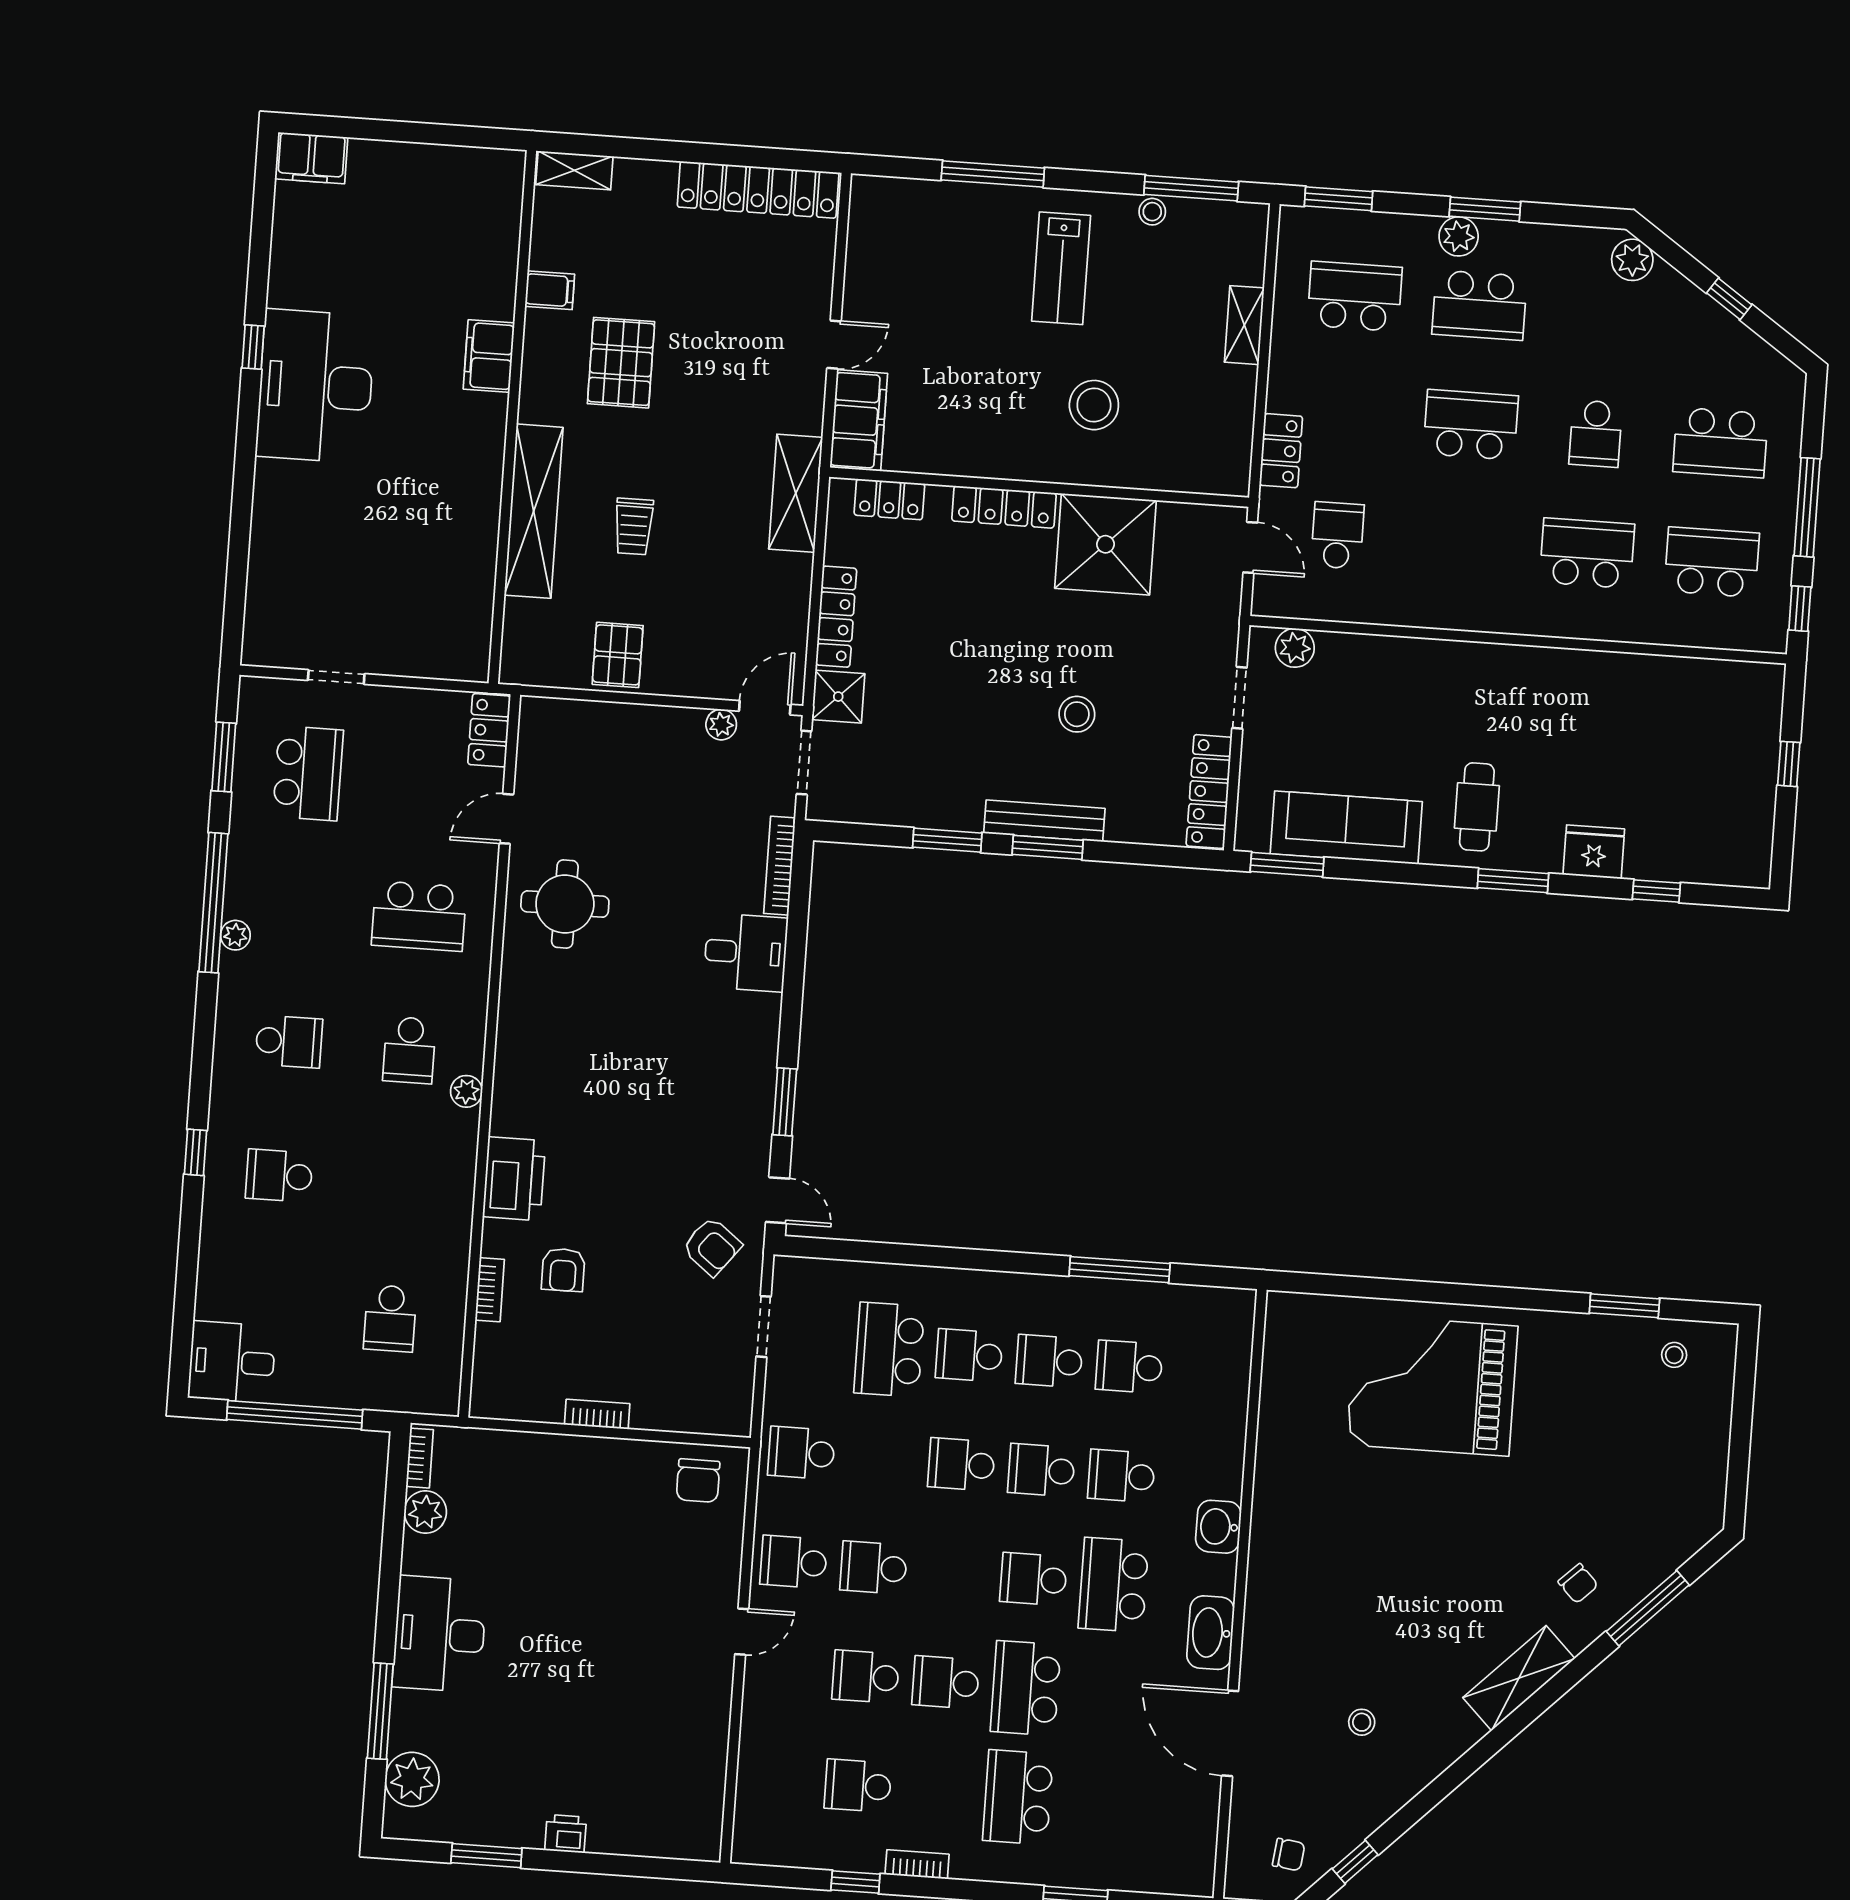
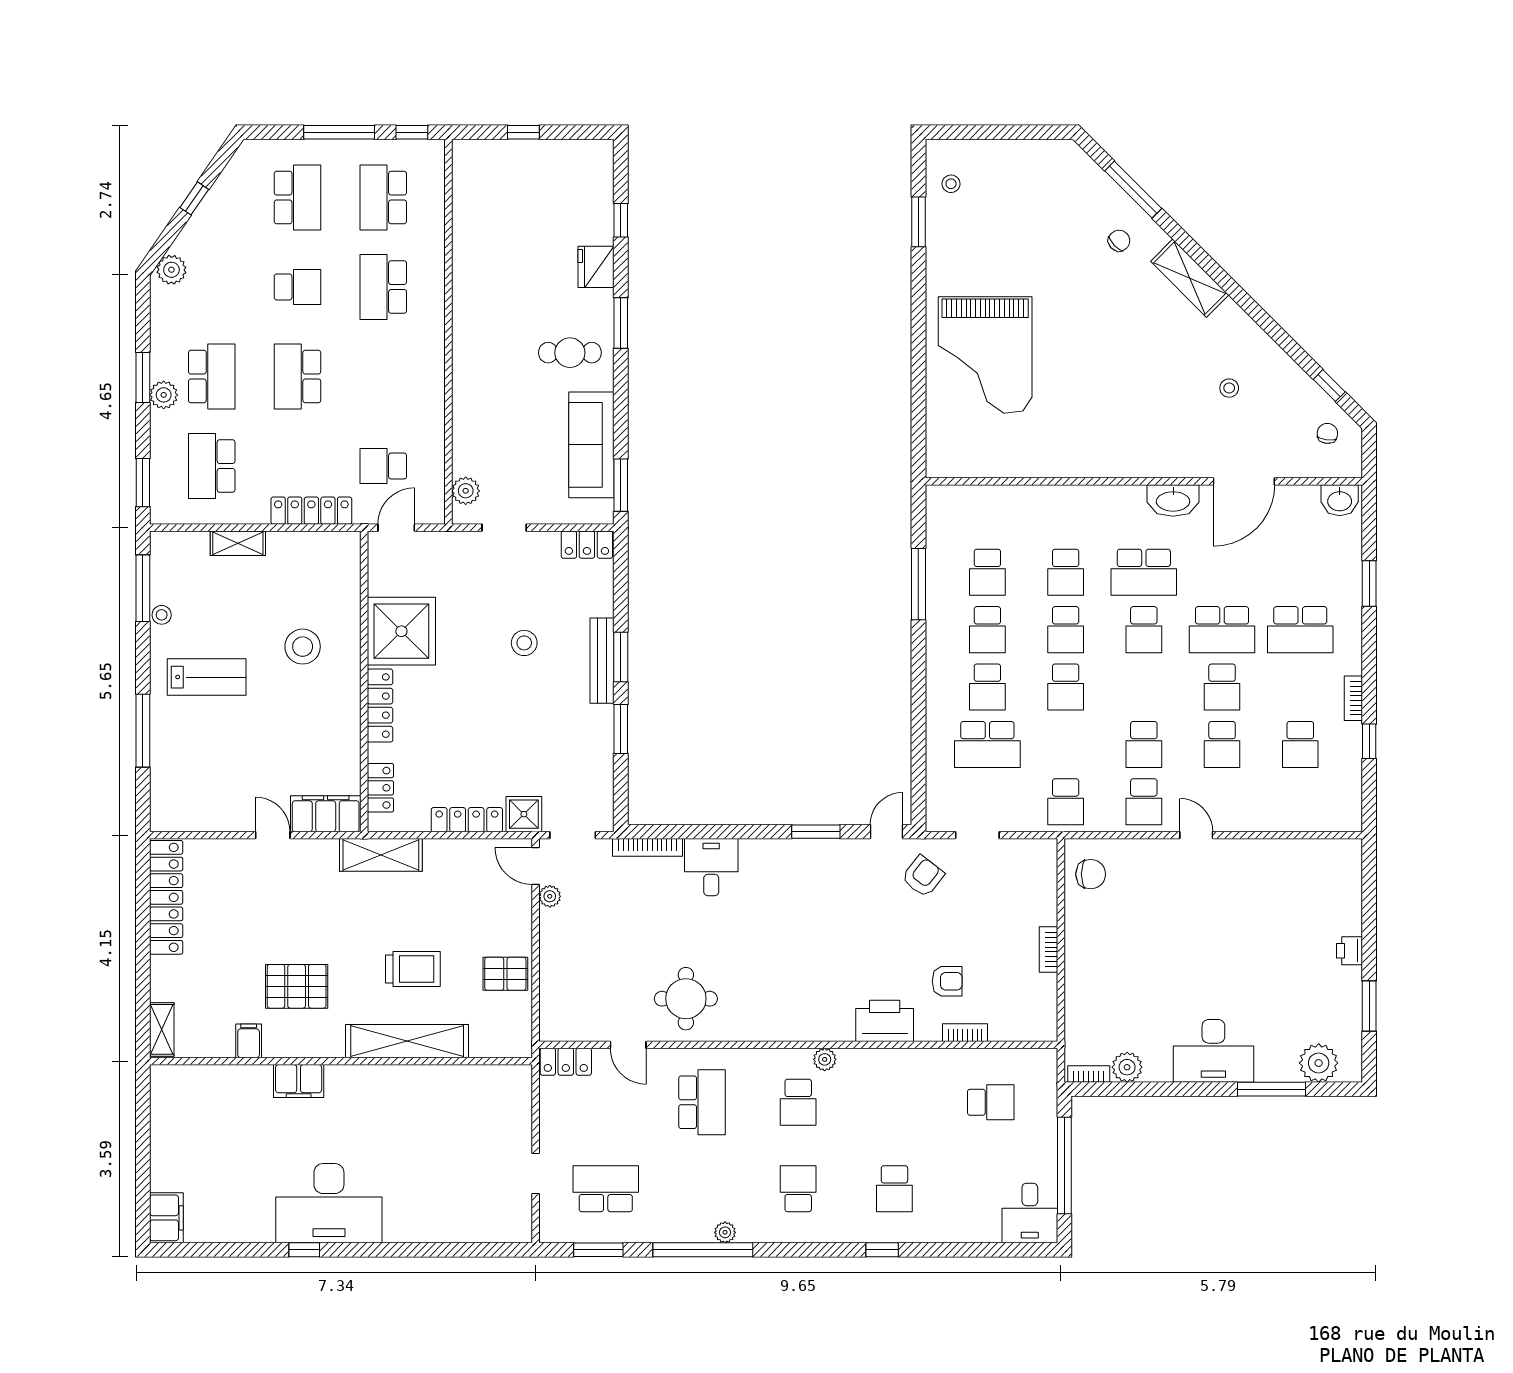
locker: (1281, 451) -> (311, 511), width x1.53
trolley: (634, 526) -> (413, 969), width x1.36, depth x1.39
locker: (1209, 792) -> (587, 545), width x0.66
school desk: (409, 1050) -> (798, 1102), turned 90
washbasin: (1218, 1527) -> (1340, 500), moved

